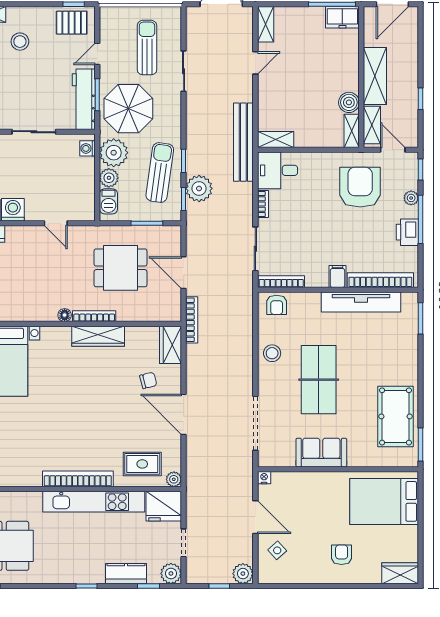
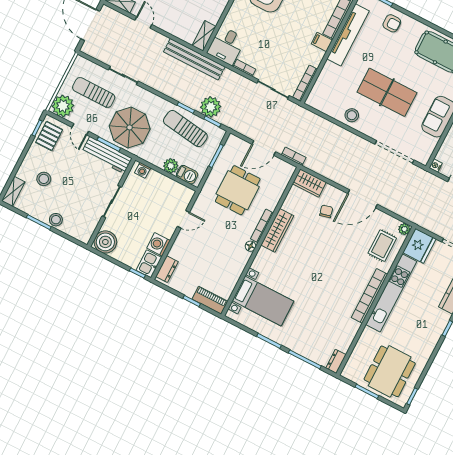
plant: (114, 153) -> (63, 106), moved
armchair: (277, 305) -> (392, 23), moved
bookcase: (192, 320) -> (294, 156), width x0.64

